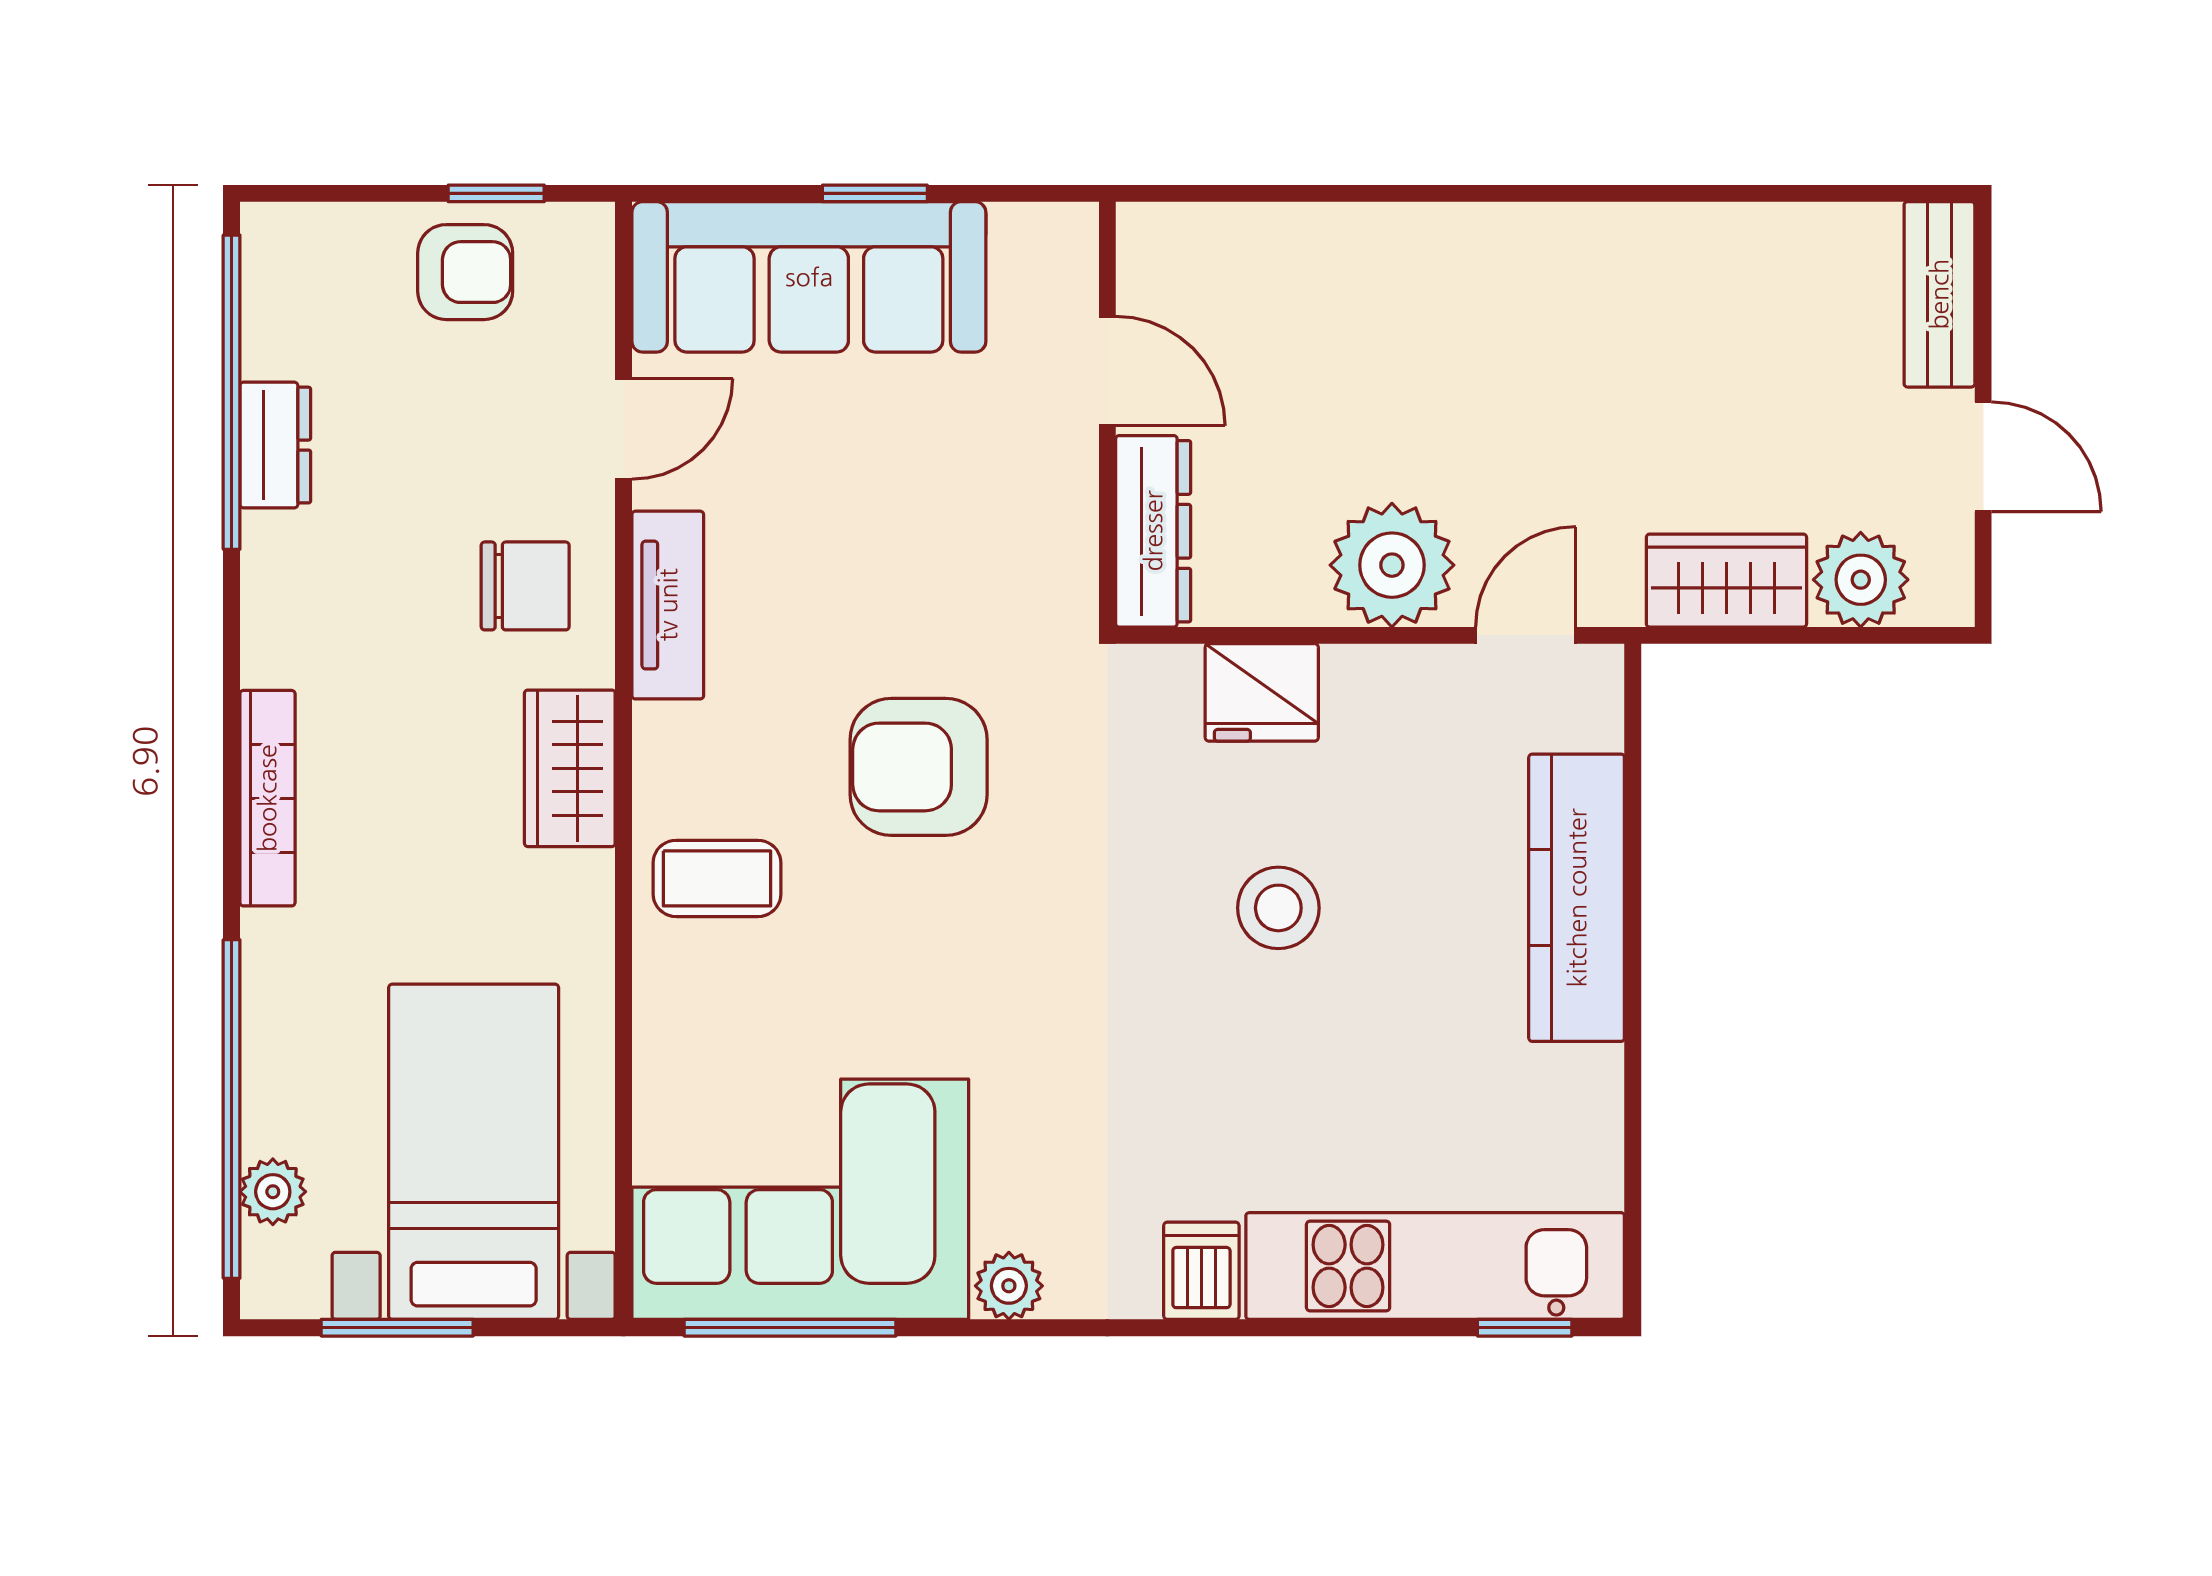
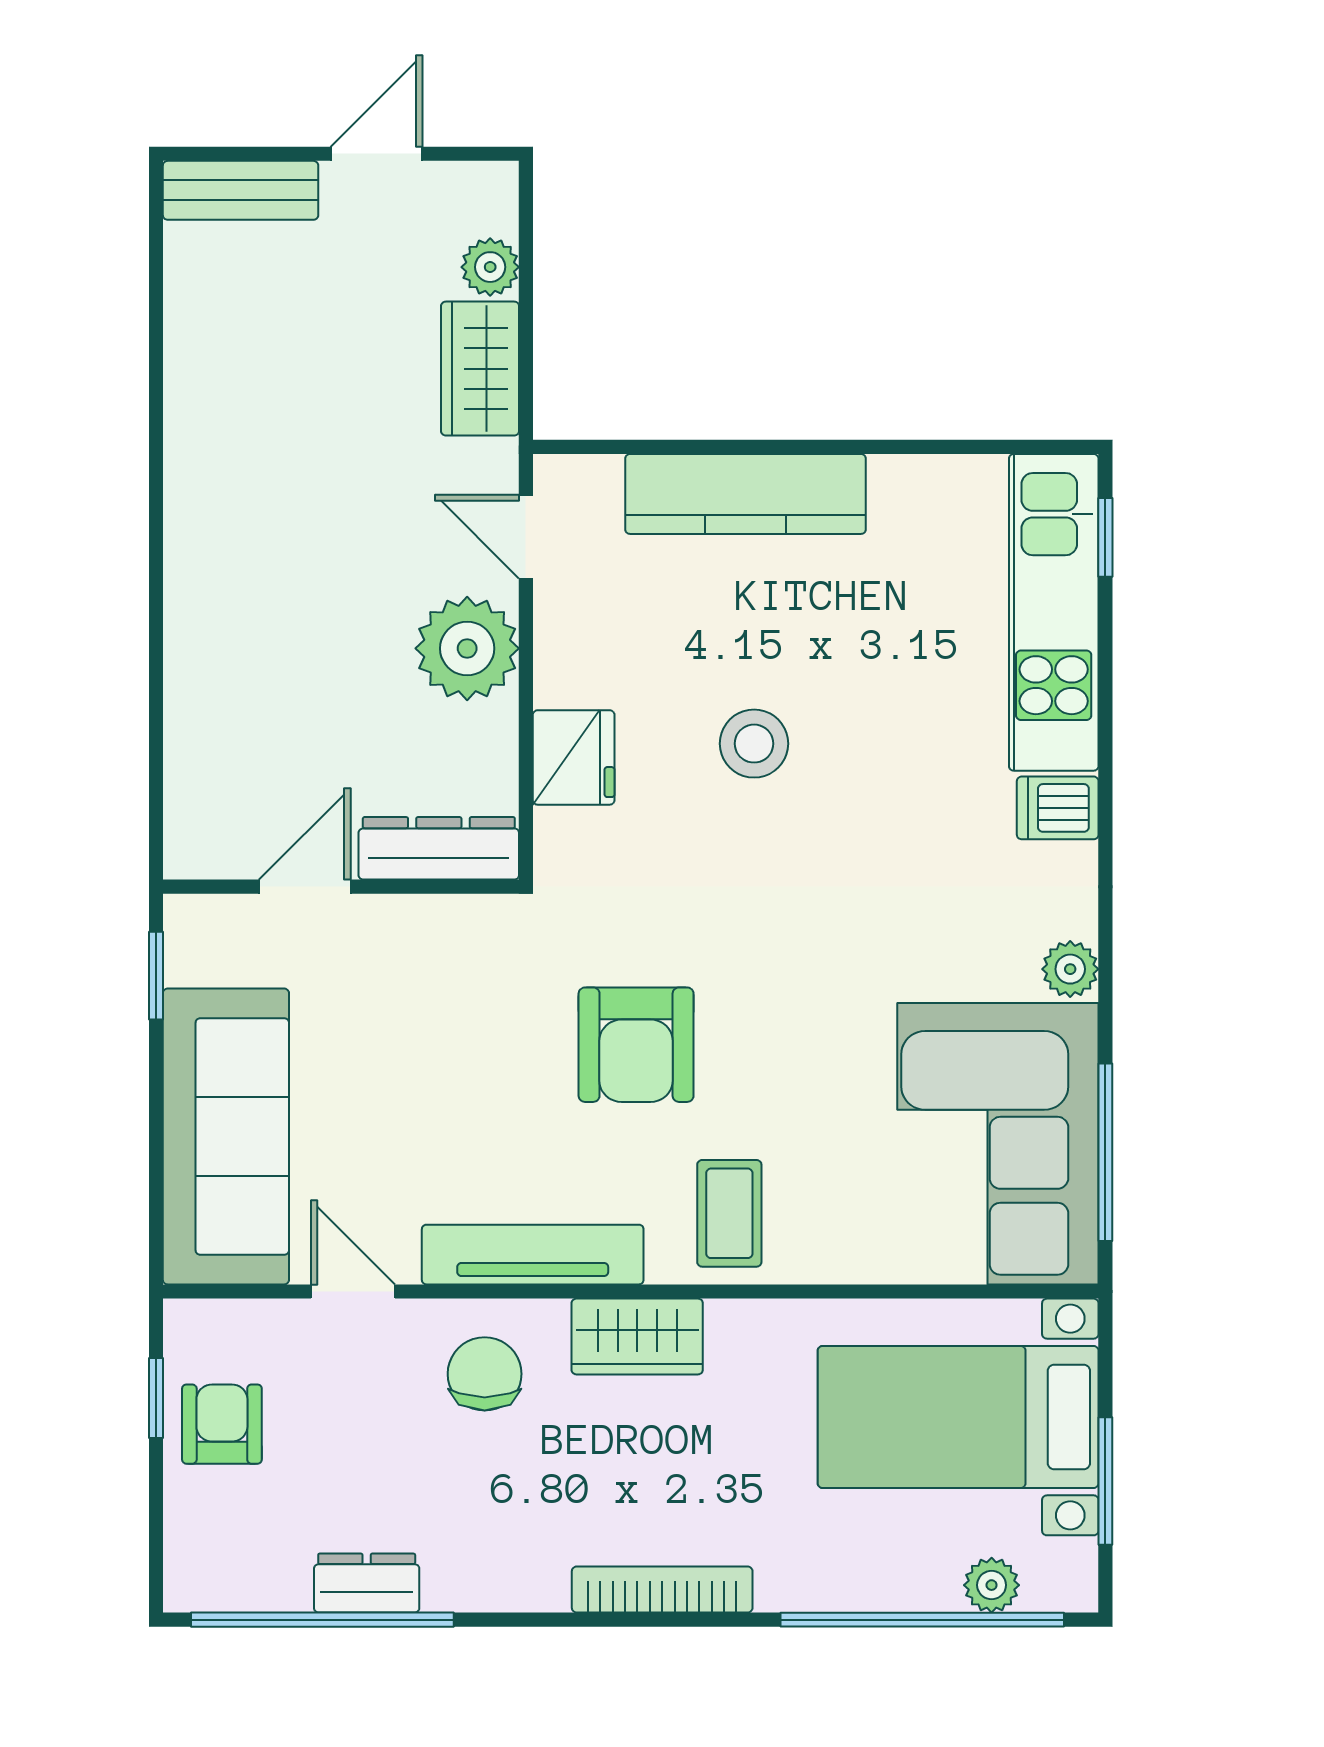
window: (875, 193) -> (156, 976), moved
plant: (1861, 580) -> (490, 267), width x0.73, depth x0.73
tv unit: (668, 605) -> (533, 1255), width x1.41

